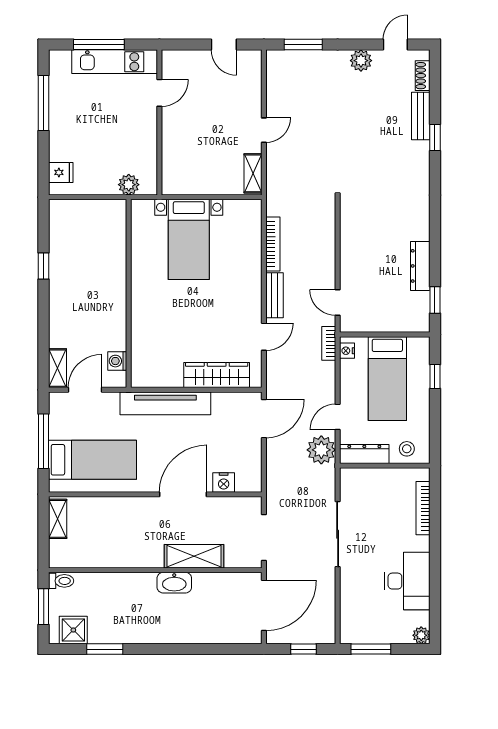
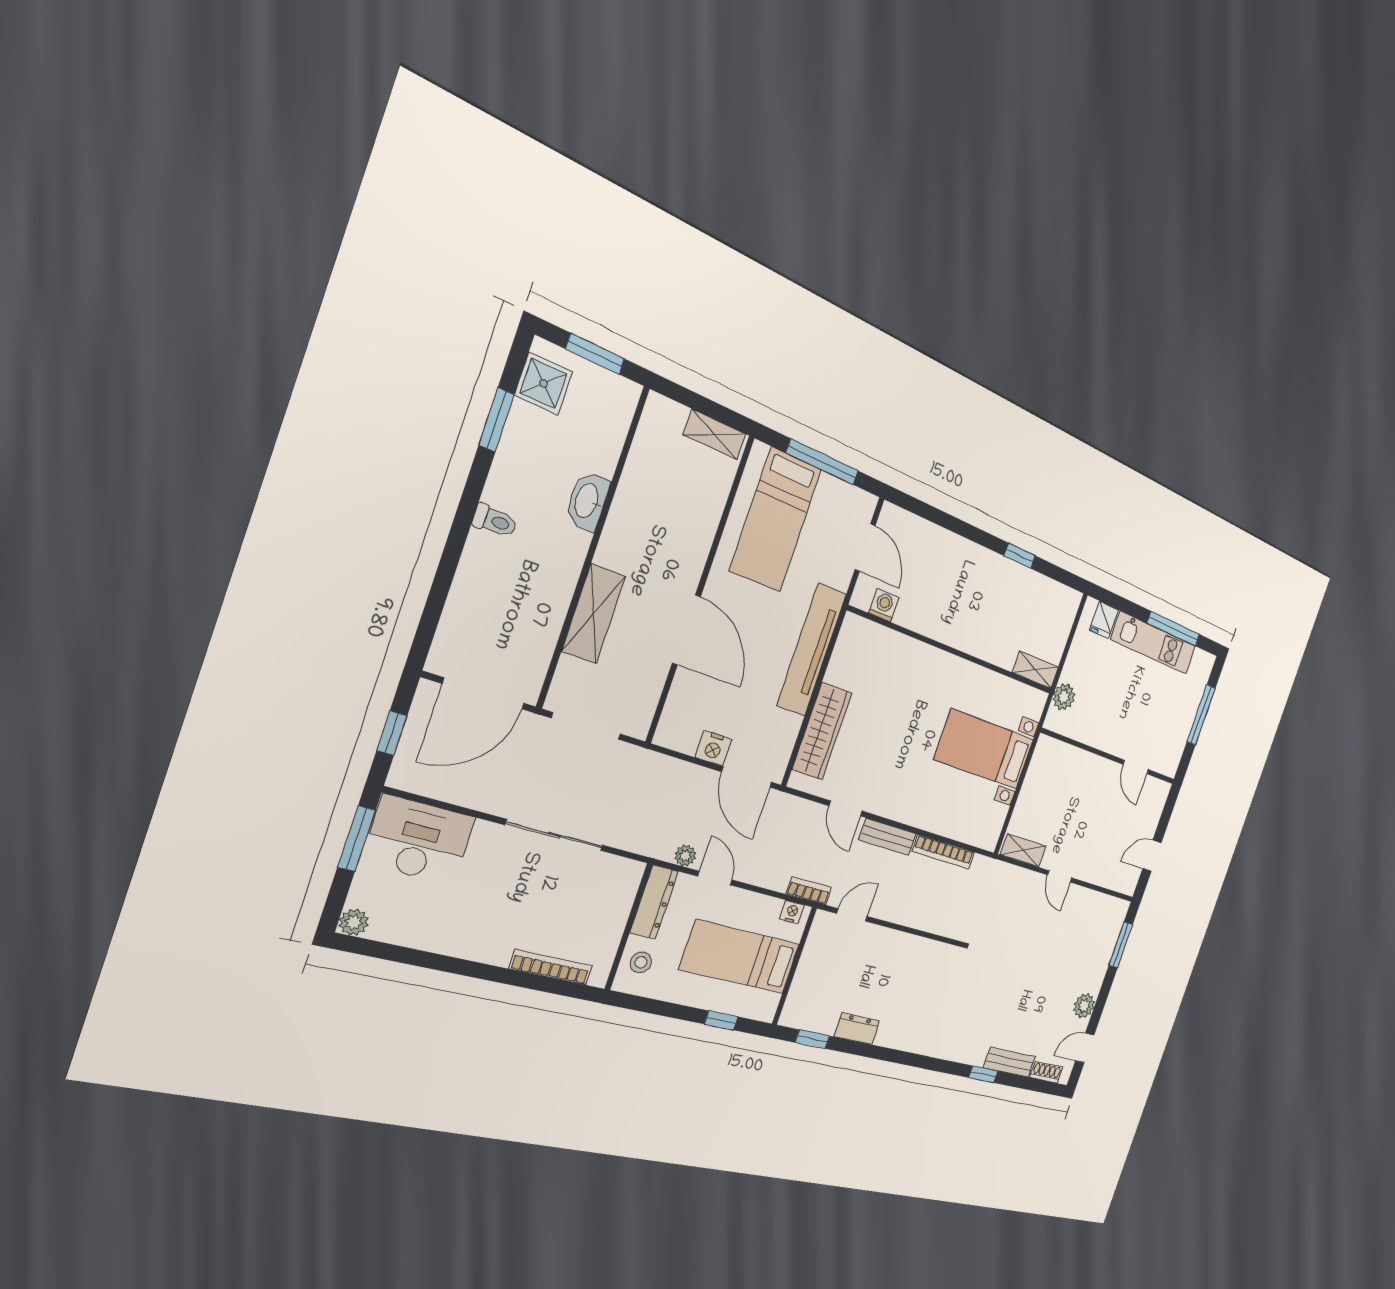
door: (395, 45) -> (1085, 1048), swing flipped
kitchen unit: (115, 62) -> (1153, 643), moved, turned -90
dresser: (420, 266) -> (857, 1029), width x0.70
shelving: (58, 368) -> (1035, 670), moved
plant: (321, 450) -> (685, 856), width x0.53, depth x0.53
nightstand: (224, 482) -> (713, 748), moved, turned -90
toilet: (61, 581) -> (495, 521), moved, turned -90
desk: (407, 581) -> (419, 840), moved, turned 180
washbasin: (174, 583) -> (587, 501), moved
door: (264, 605) -> (484, 693), hinge flipped

